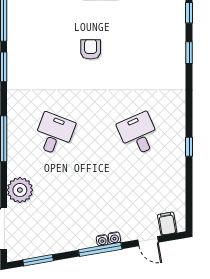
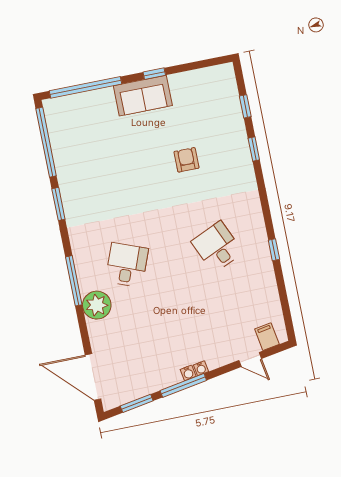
armchair: (91, 49) -> (186, 160), moved
plant: (20, 190) -> (97, 305), moved
water cooler: (114, 238) -> (188, 373), moved
window: (100, 249) -> (183, 385), moved

